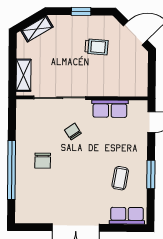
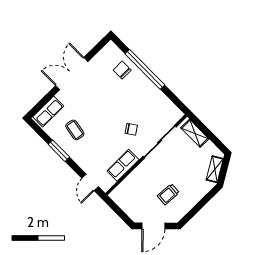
window: (81, 11) -> (199, 206), removed
chair: (43, 161) -> (122, 70), moved

